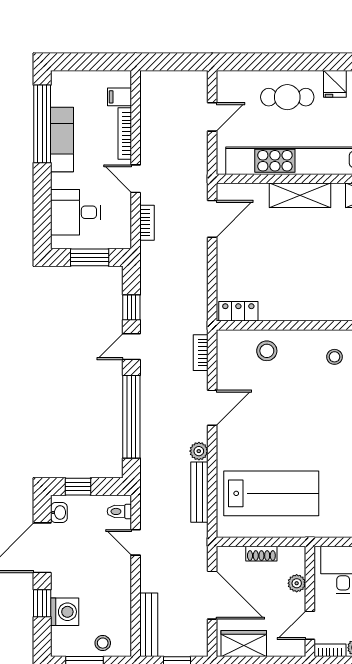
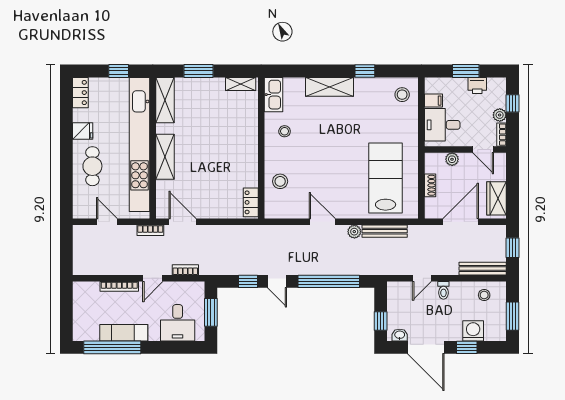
filing cabinet: (119, 97) -> (92, 290), removed
bookcase: (201, 353) -> (150, 230), moved
toilet: (119, 511) -> (443, 290), moved
stool: (103, 643) -> (484, 295), moved

